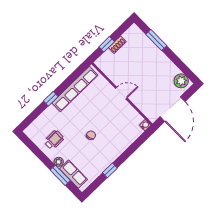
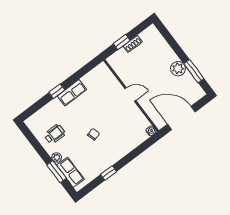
window: (156, 40) -> (194, 71), moved
plant: (181, 81) -> (178, 69), moved
row of seats: (75, 89) -> (72, 93), width x0.50
door: (173, 109) -> (181, 118), swing flipped

